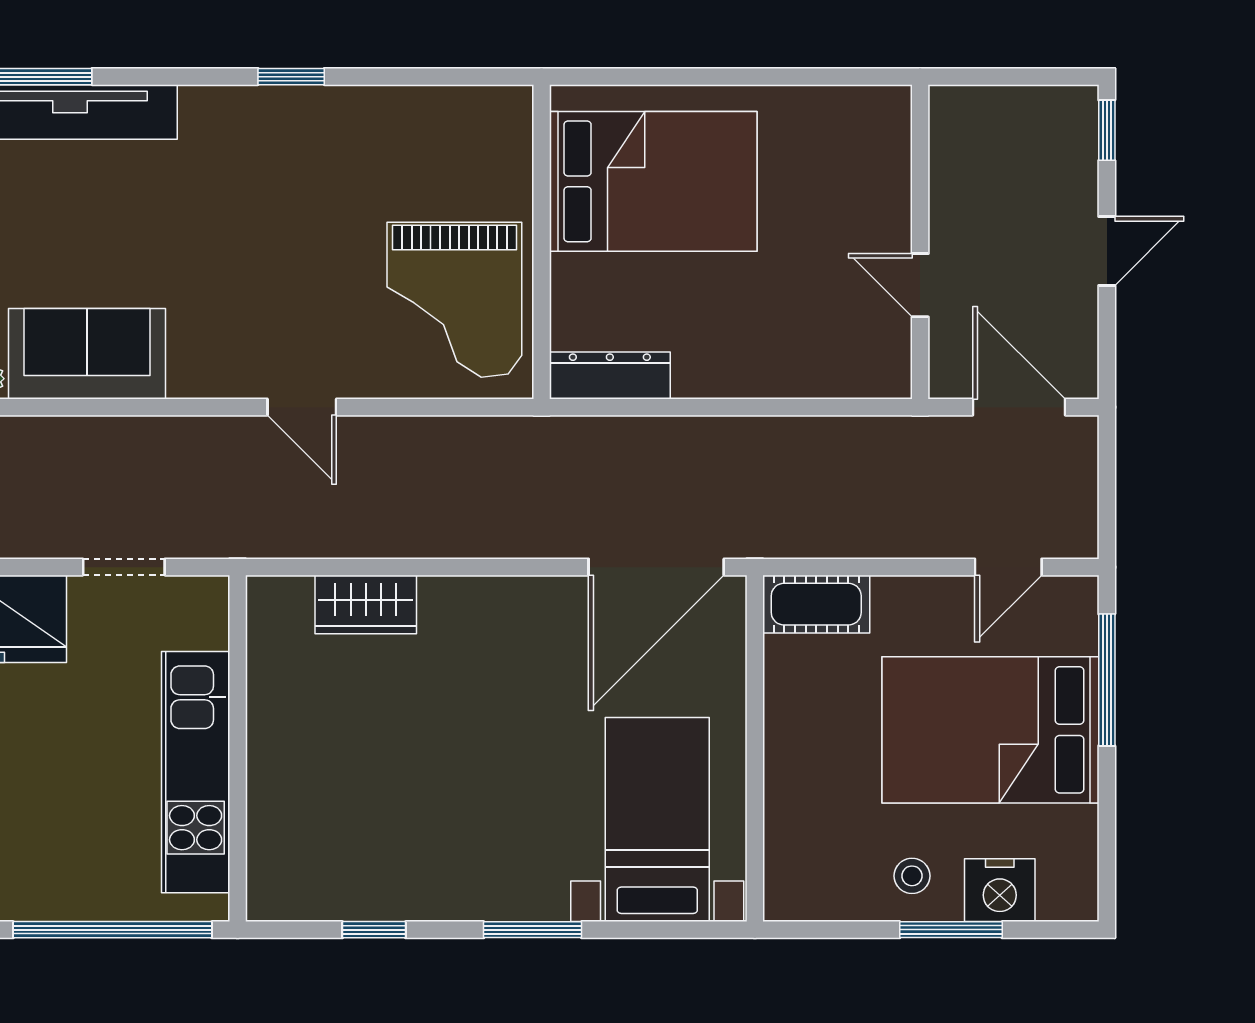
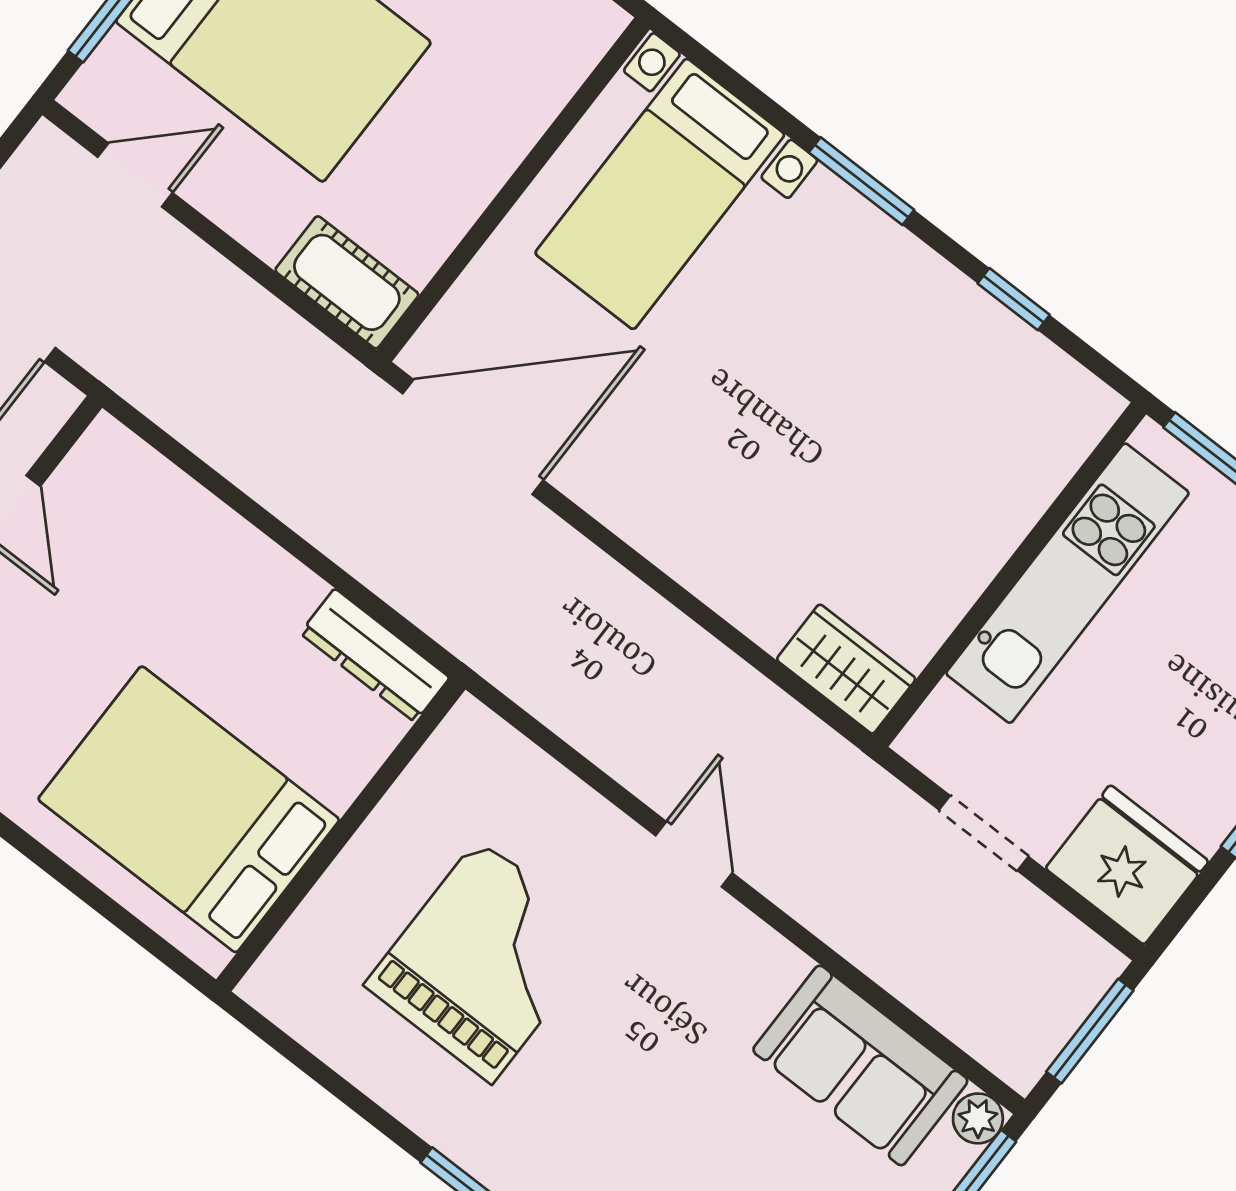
grand piano: (454, 300) -> (485, 961), moved
wardrobe: (366, 604) -> (846, 669), moved

